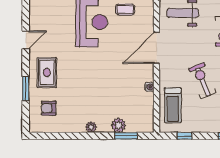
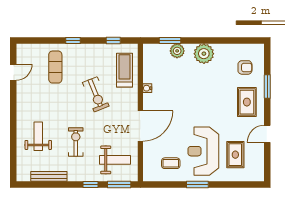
rug: (59, 18) -> (235, 155), added
plant: (91, 127) -> (204, 54), width x1.88, depth x1.88

